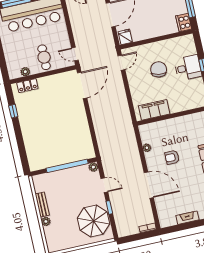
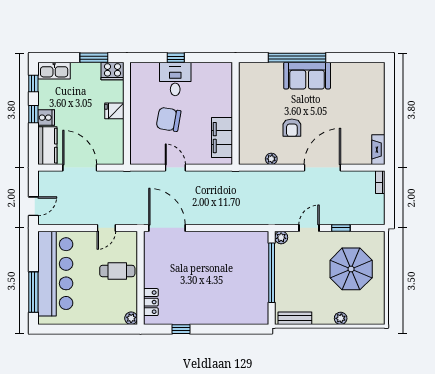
fridge: (125, 37) -> (114, 111), moved
door: (75, 54) -> (106, 228), moved
door: (121, 63) -> (175, 168), moved
plant: (25, 72) -> (131, 318), moved
bench: (42, 205) -> (295, 318), moved
fireplace: (187, 218) -> (378, 150), moved
parasol: (93, 221) -> (351, 269), moved

